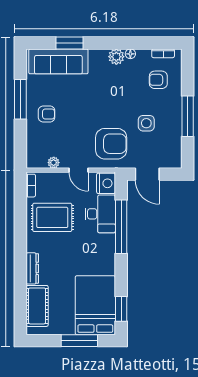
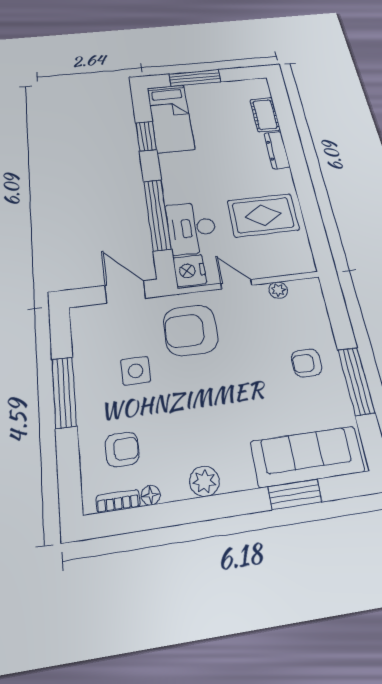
floor lamp: (130, 54) -> (151, 495), moved
bookcase: (31, 186) -> (306, 254), removed
bed: (95, 305) -> (171, 118), width x0.67
cot: (37, 306) -> (265, 115), width x0.73, depth x0.75
window: (121, 309) -> (146, 136), moved

